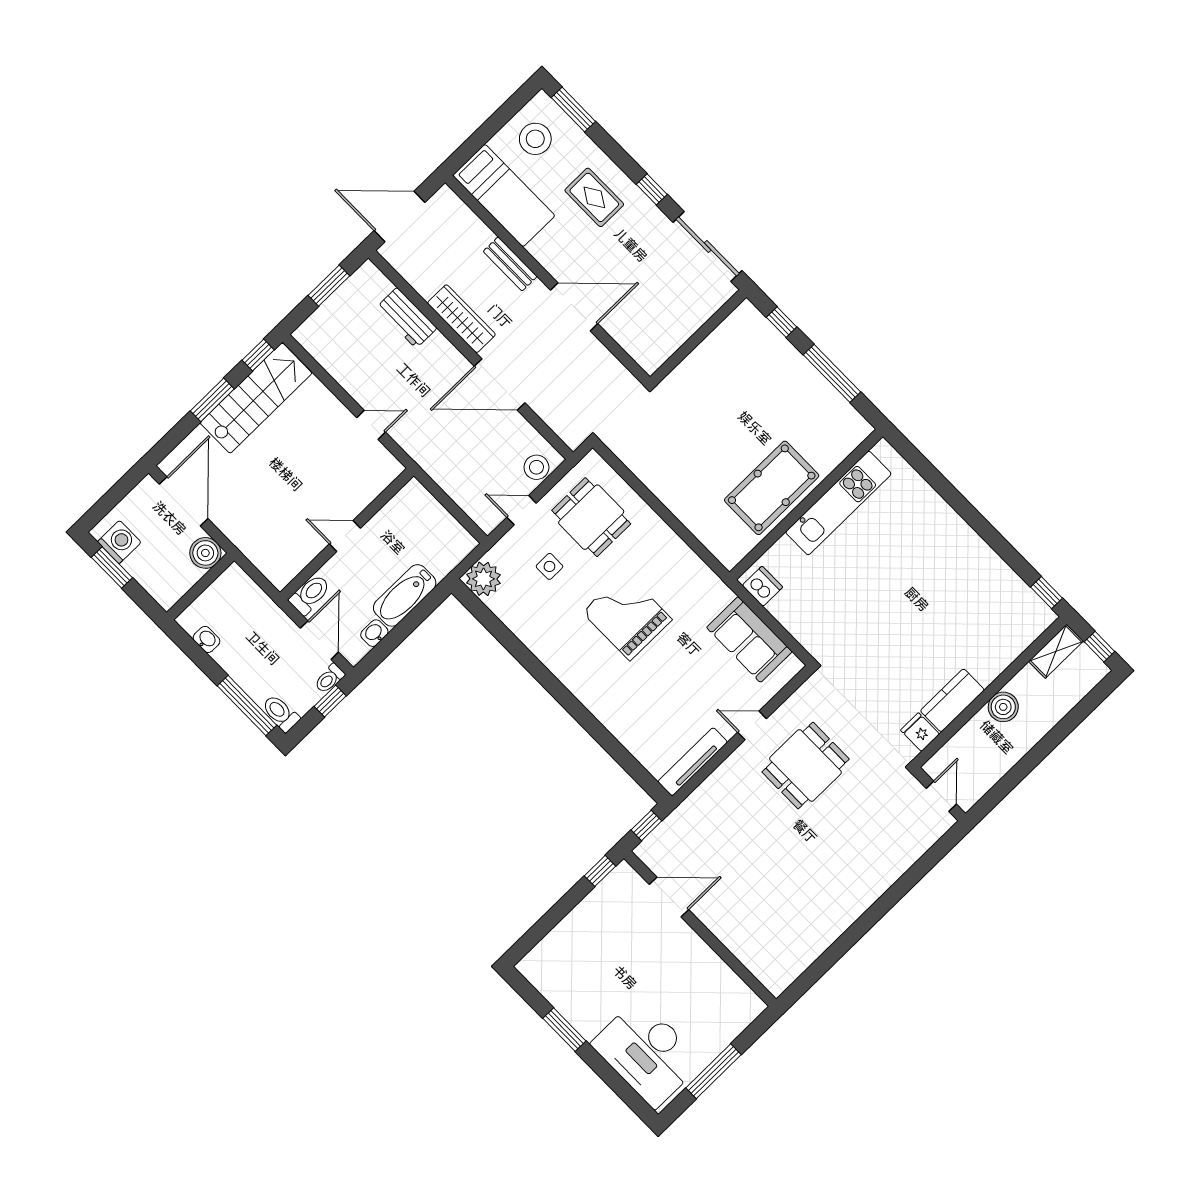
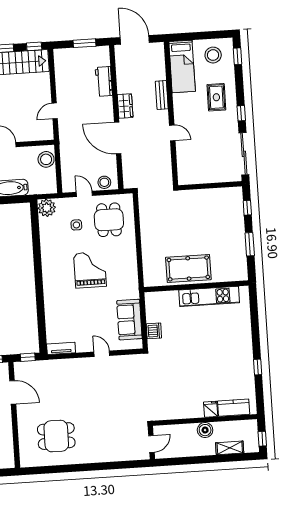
window: (573, 109) -> (238, 56), width x0.67
door: (574, 307) -> (172, 133), width x0.53
wardrobe: (461, 319) -> (125, 106), width x0.67
window: (832, 373) -> (250, 244), width x0.69
door: (371, 425) -> (55, 111), swing flipped
stool: (420, 508) -> (46, 159), added
dishwasher: (762, 586) -> (154, 331), moved
window: (1046, 593) -> (258, 367), moved
shelving: (1056, 651) -> (230, 448), moved
kitchen counter: (952, 700) -> (234, 408), moved
fridge: (920, 732) -> (211, 409), moved
tv unit: (693, 762) -> (61, 348), width x0.71
dining table: (806, 765) -> (56, 436), moved

